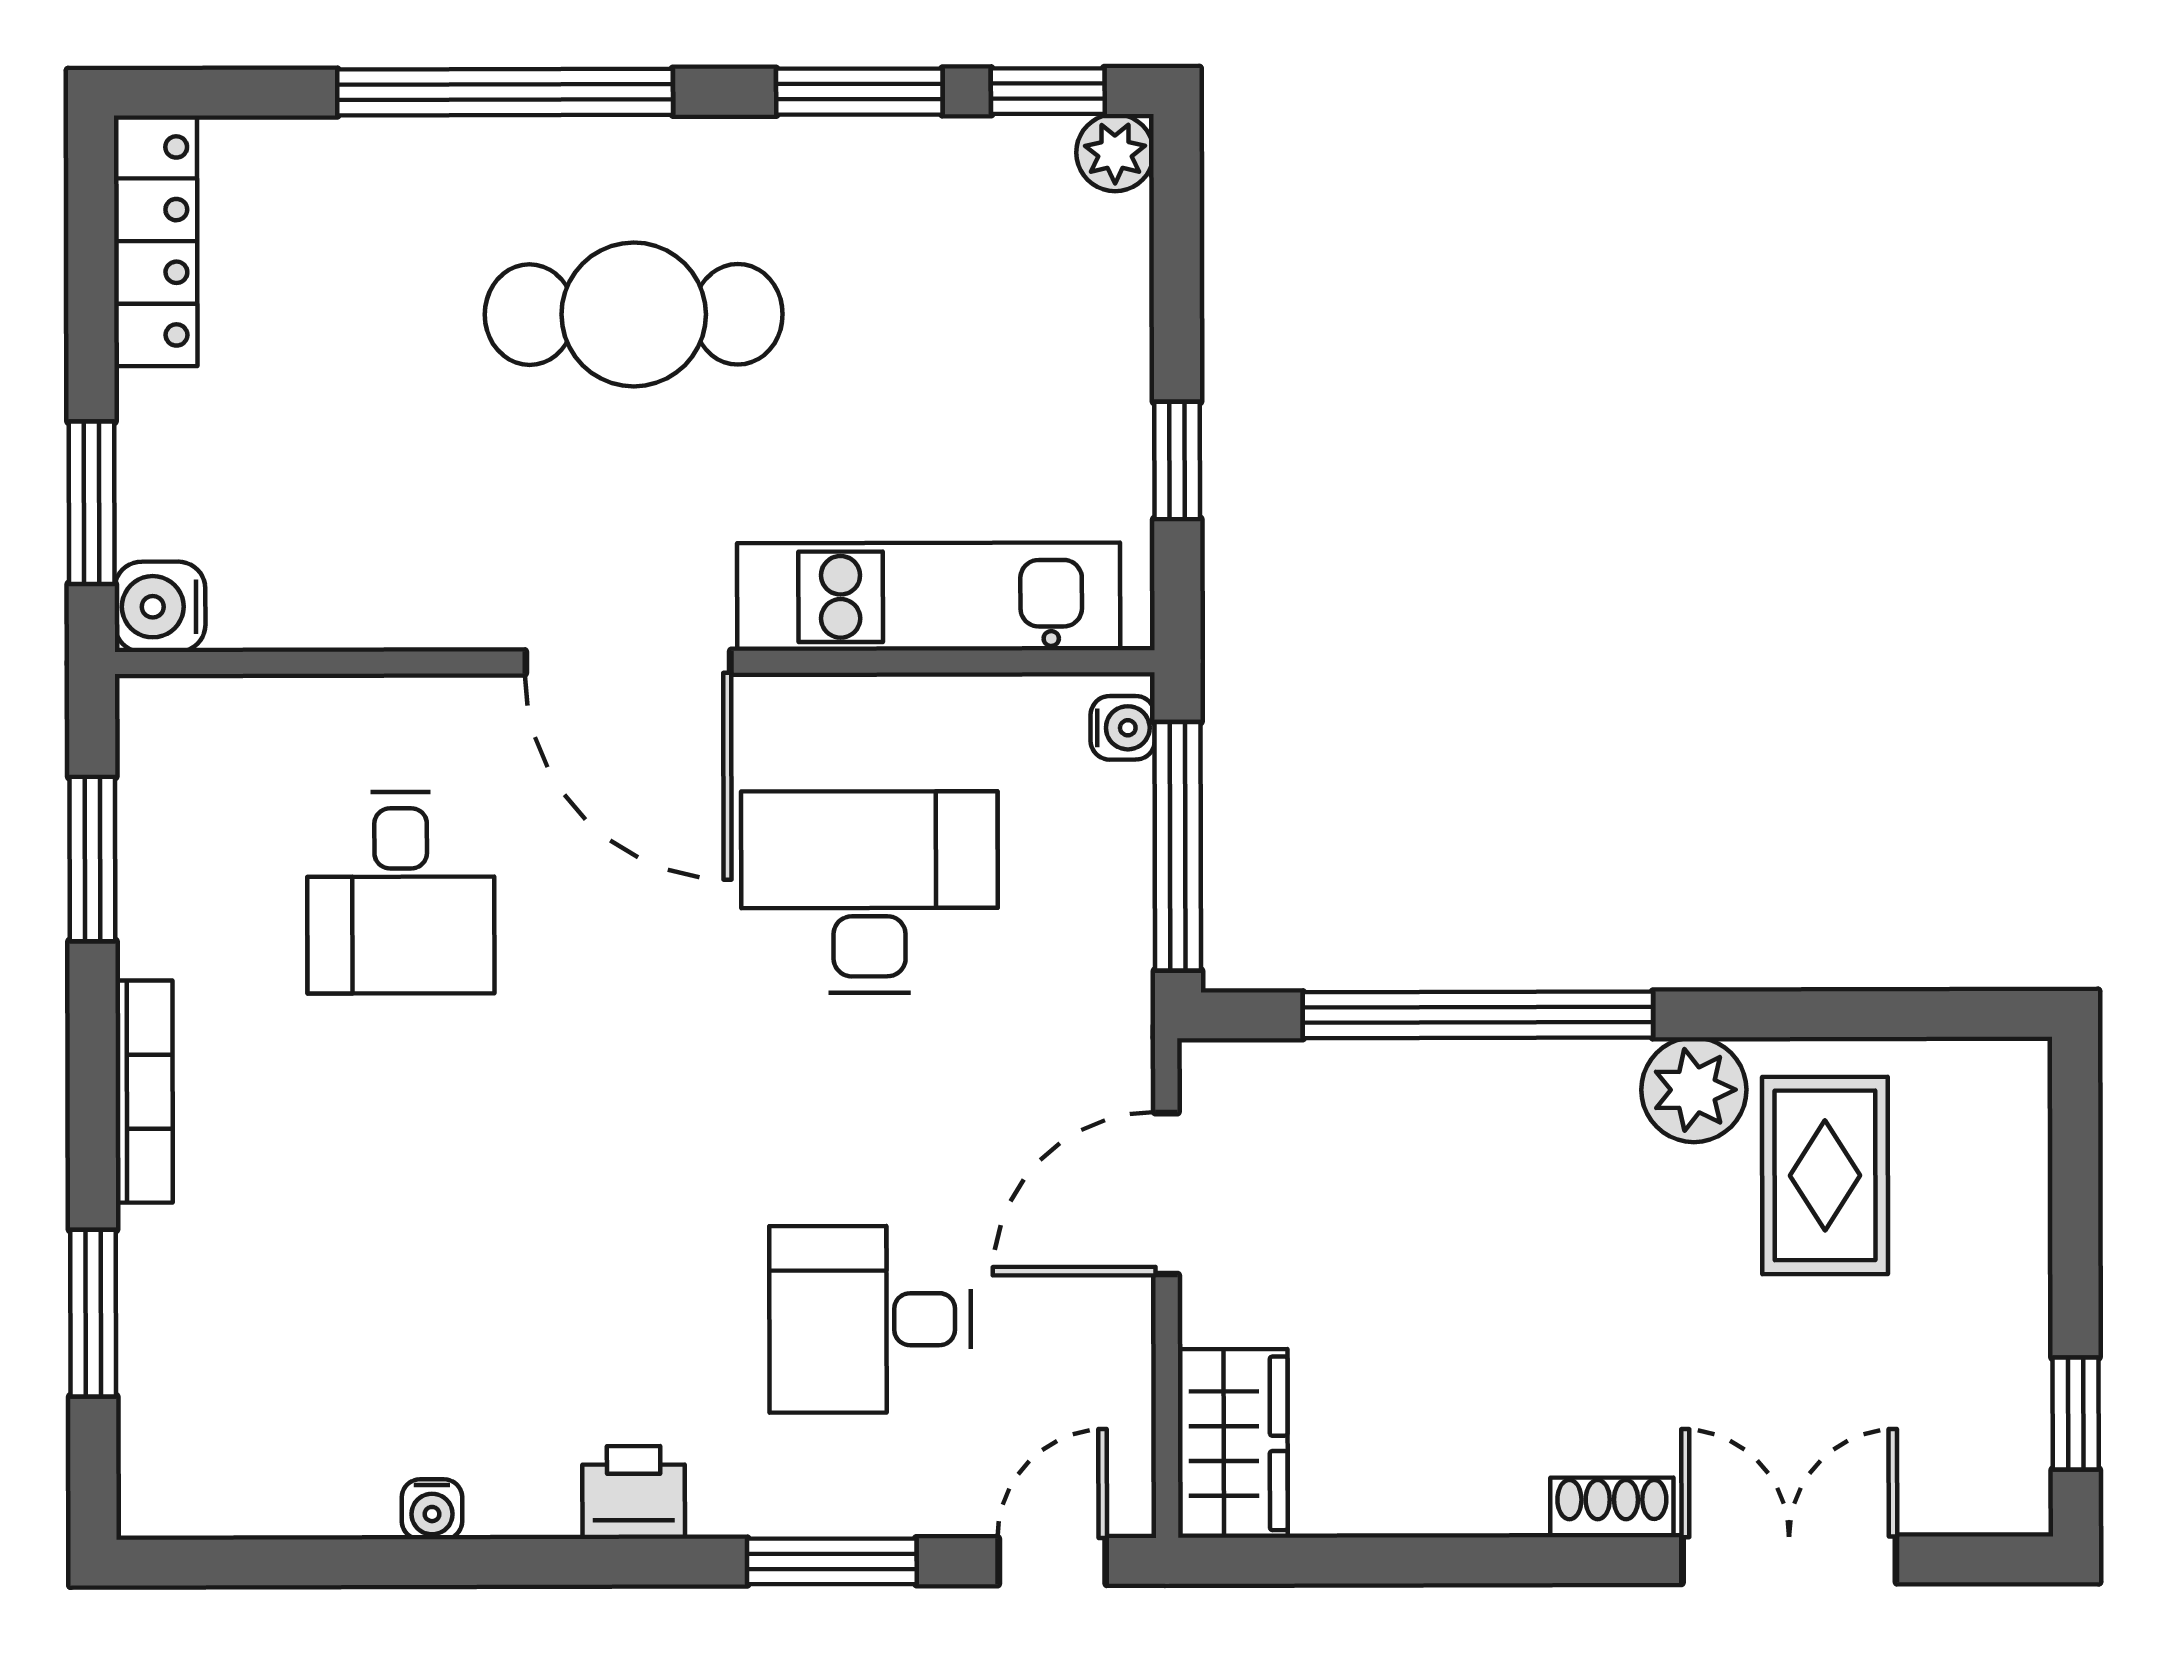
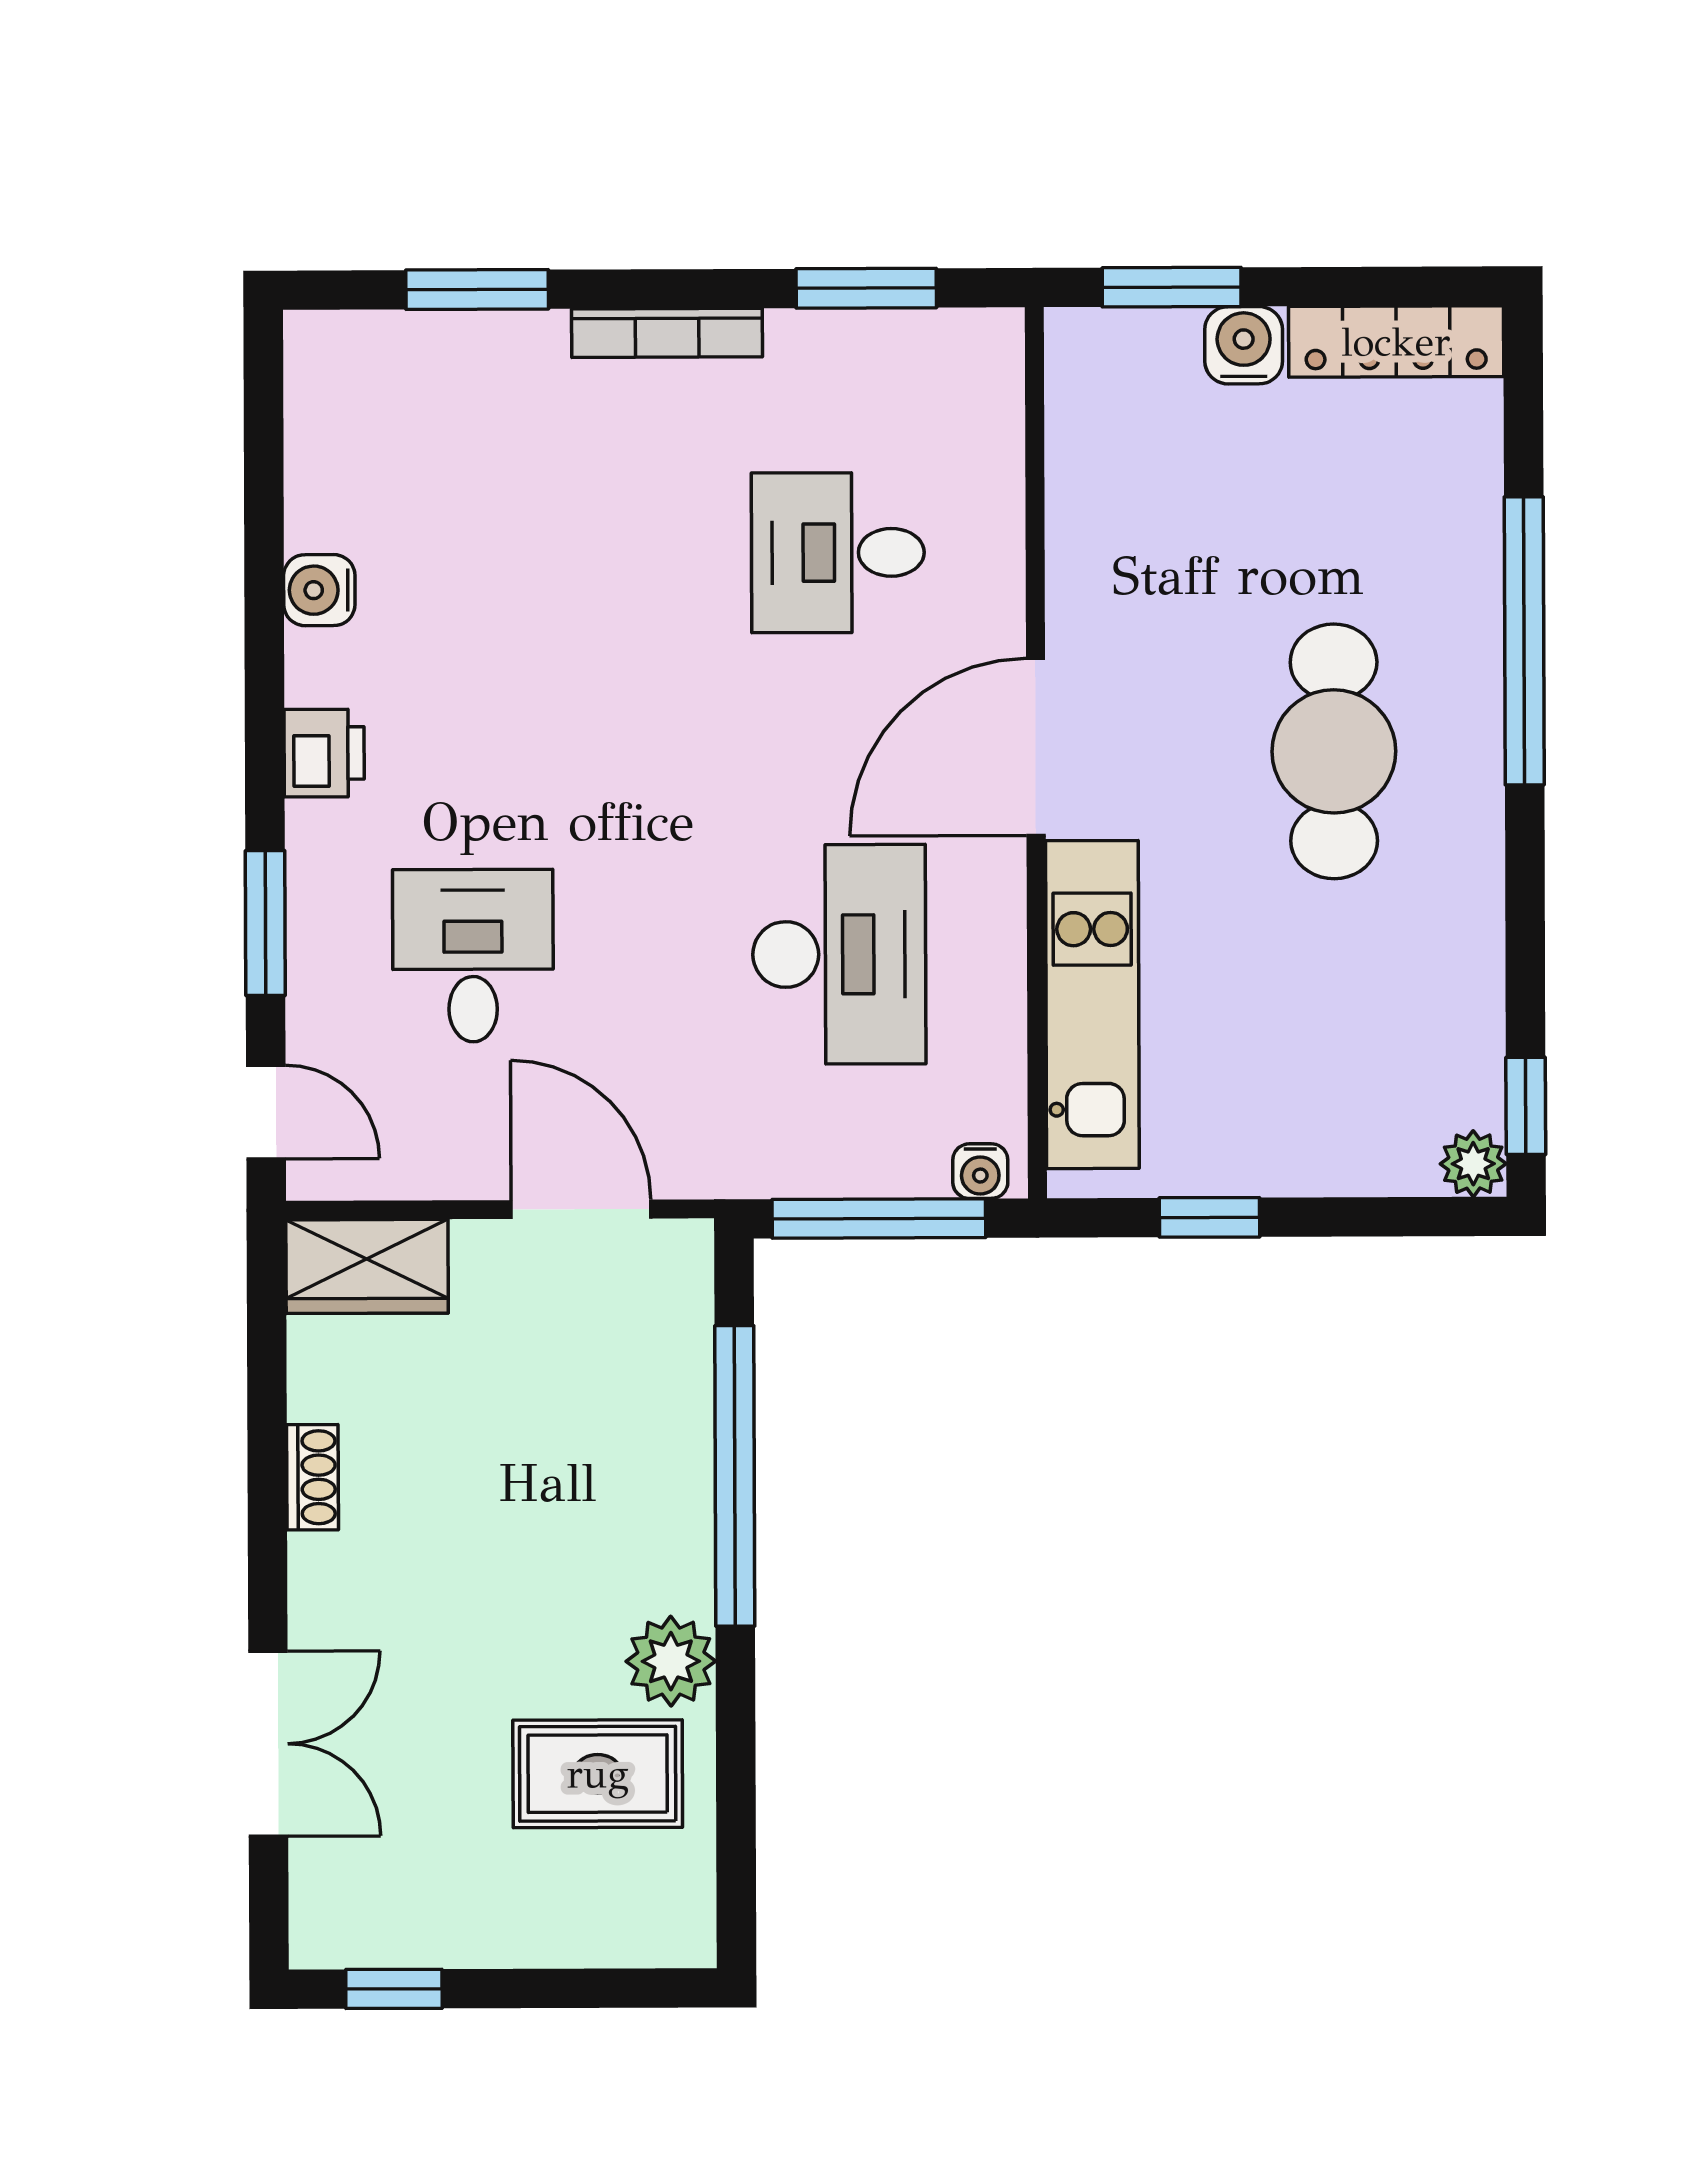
window: (859, 92) -> (1525, 944), removed
water cooler: (160, 607) -> (1244, 345), moved
shoe rack: (1612, 1507) -> (312, 1477), moved
water cooler: (432, 1509) -> (319, 590), width x1.38, depth x1.38

